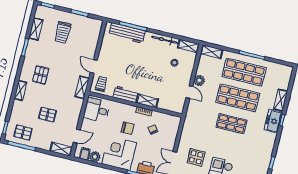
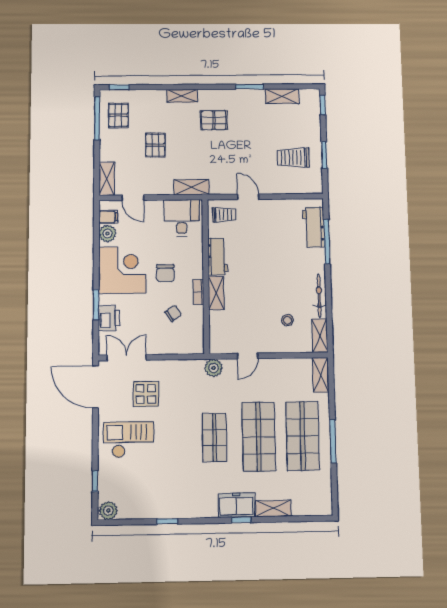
trolley: (63, 32) -> (293, 158), moved
workbench: (127, 33) -> (314, 227), width x0.73
door: (94, 66) -> (248, 197), hinge flipped
plant: (199, 81) -> (214, 368), moved
shelving: (82, 87) -> (192, 187), moved

